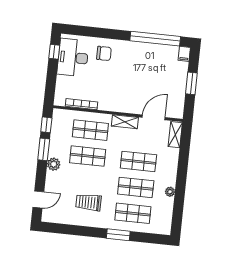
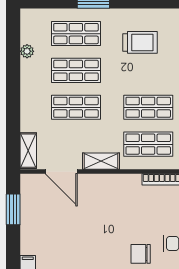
window: (191, 83) -> (13, 209), moved
door: (154, 117) -> (61, 171), hinge flipped
plant: (170, 192) -> (27, 51), moved

